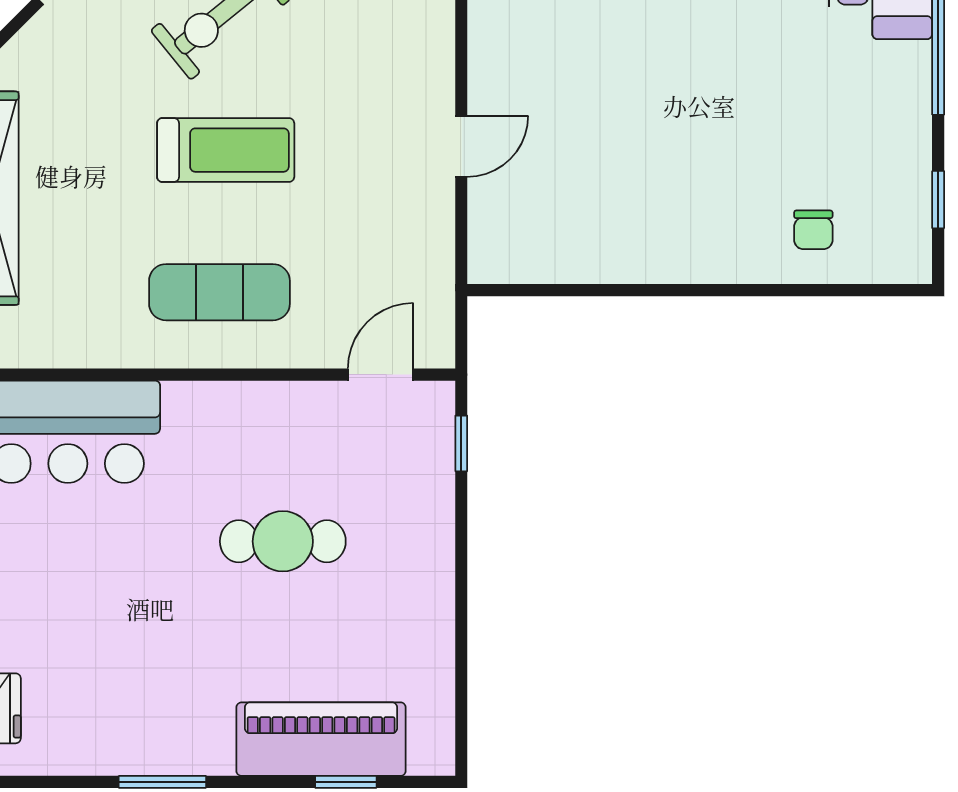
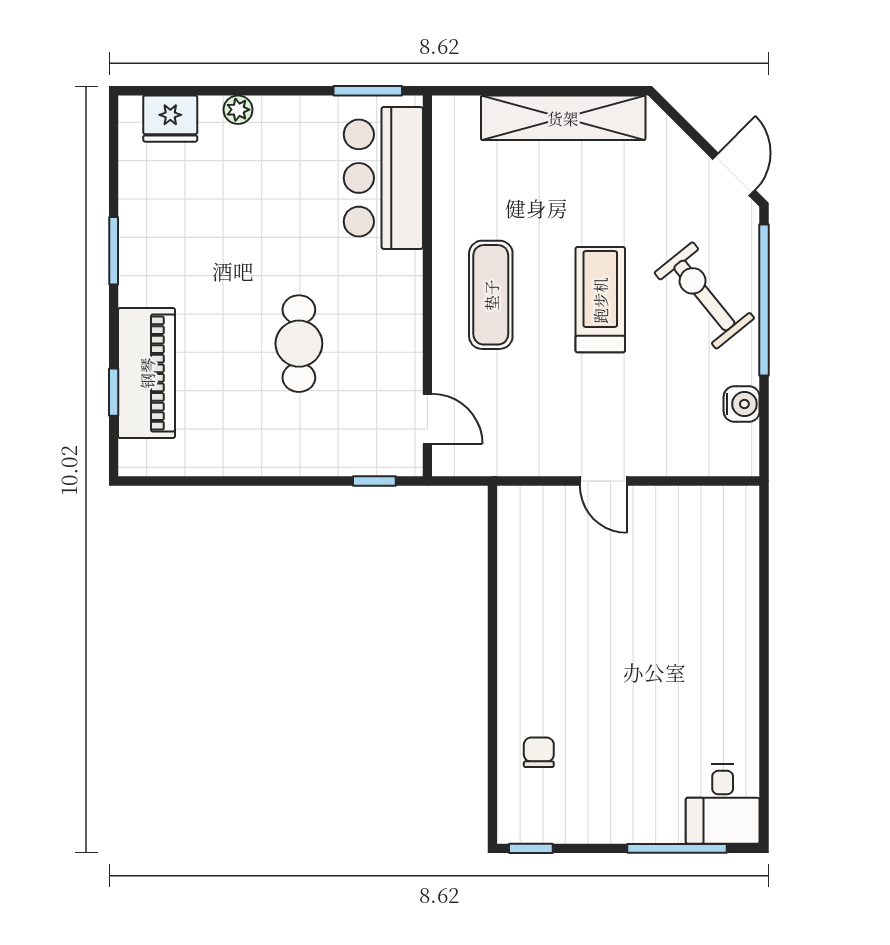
treadmill: (226, 150) -> (600, 300), turned 180
window: (938, 200) -> (531, 848), moved
chair: (813, 230) -> (539, 752), turned 90

